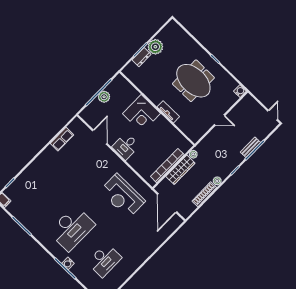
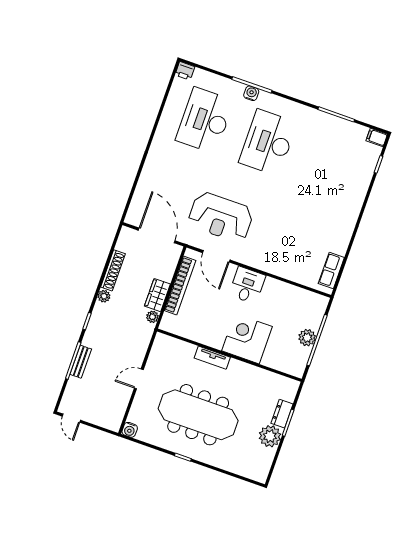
meeting table: (193, 81) -> (198, 415), width x1.36
door: (100, 137) -> (216, 256), moved
row of seats: (62, 139) -> (331, 271), moved
wardrobe: (180, 170) -> (157, 295), width x0.67
reception desk: (122, 196) -> (221, 217), turned 180
desk: (104, 260) -> (205, 120), width x1.36, depth x1.30

